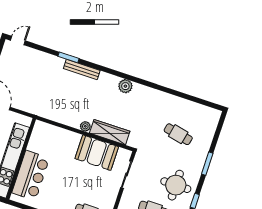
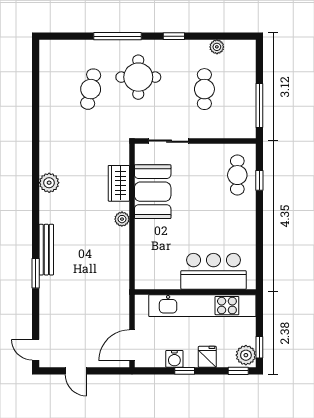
wardrobe: (110, 132) -> (119, 183), width x0.67
window: (207, 164) -> (117, 36), width x1.44
round table: (176, 185) -> (138, 77), moved

